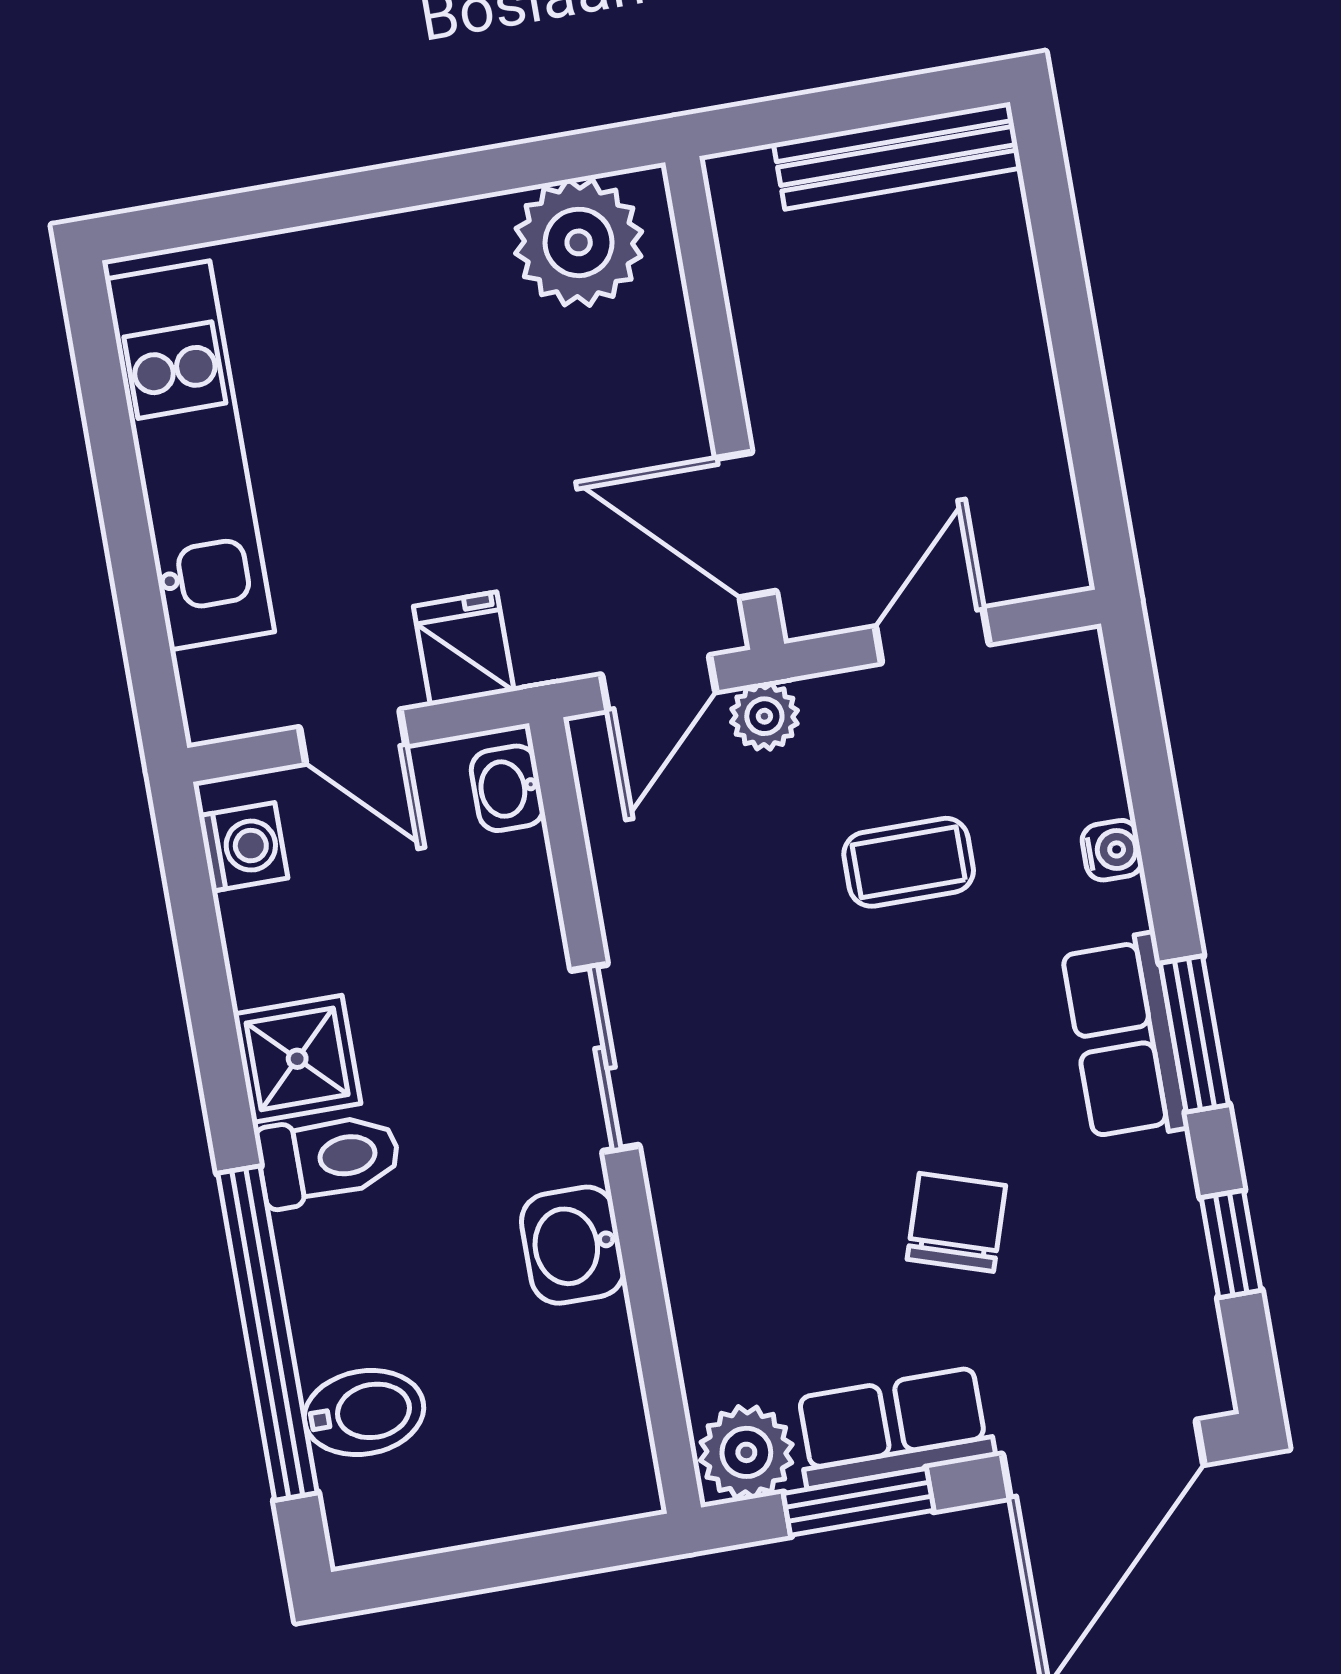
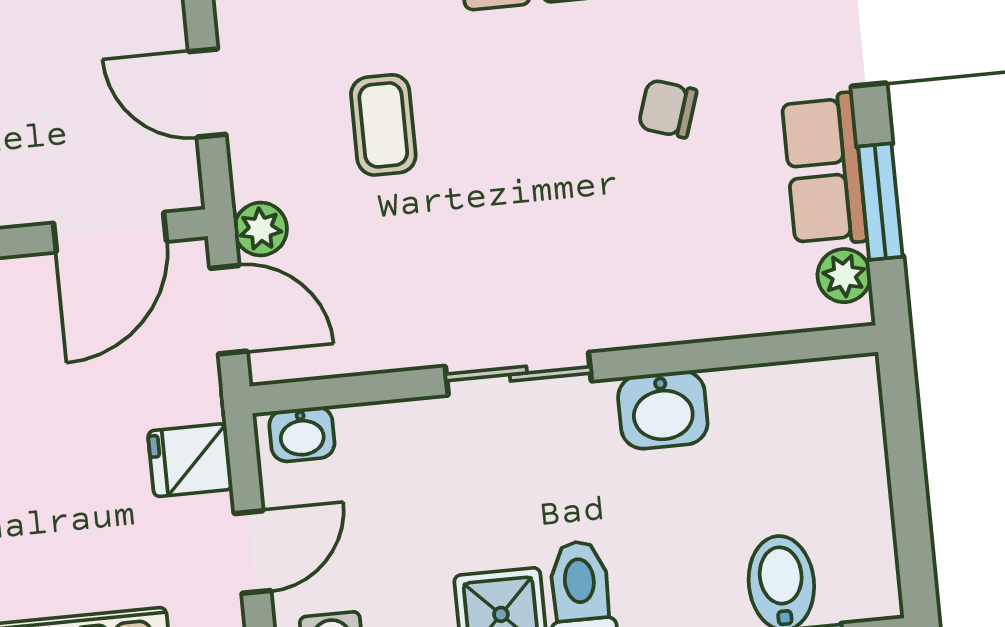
chair: (956, 1222) -> (668, 109), width x0.73, depth x0.73
plant: (746, 1452) -> (844, 276), width x0.73, depth x0.73

